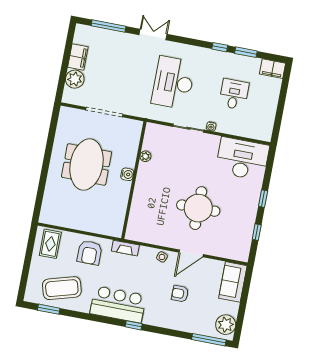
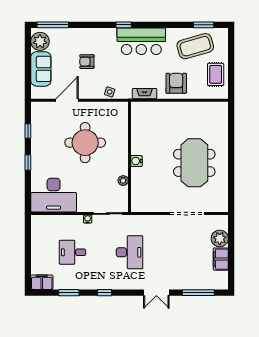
window: (220, 47) -> (104, 293), moved
desk: (173, 83) -> (130, 252), width x0.73, depth x0.77
desk: (234, 94) -> (73, 252), turned 90
plant: (145, 156) -> (123, 181), moved
water cooler: (127, 174) -> (136, 161), moved
wall: (134, 180) -> (130, 157), moved
rug: (50, 244) -> (216, 74), moved
door: (191, 253) -> (67, 100), moved
sofa: (233, 282) -> (41, 69), moved
armchair: (180, 294) -> (87, 62), turned 180

